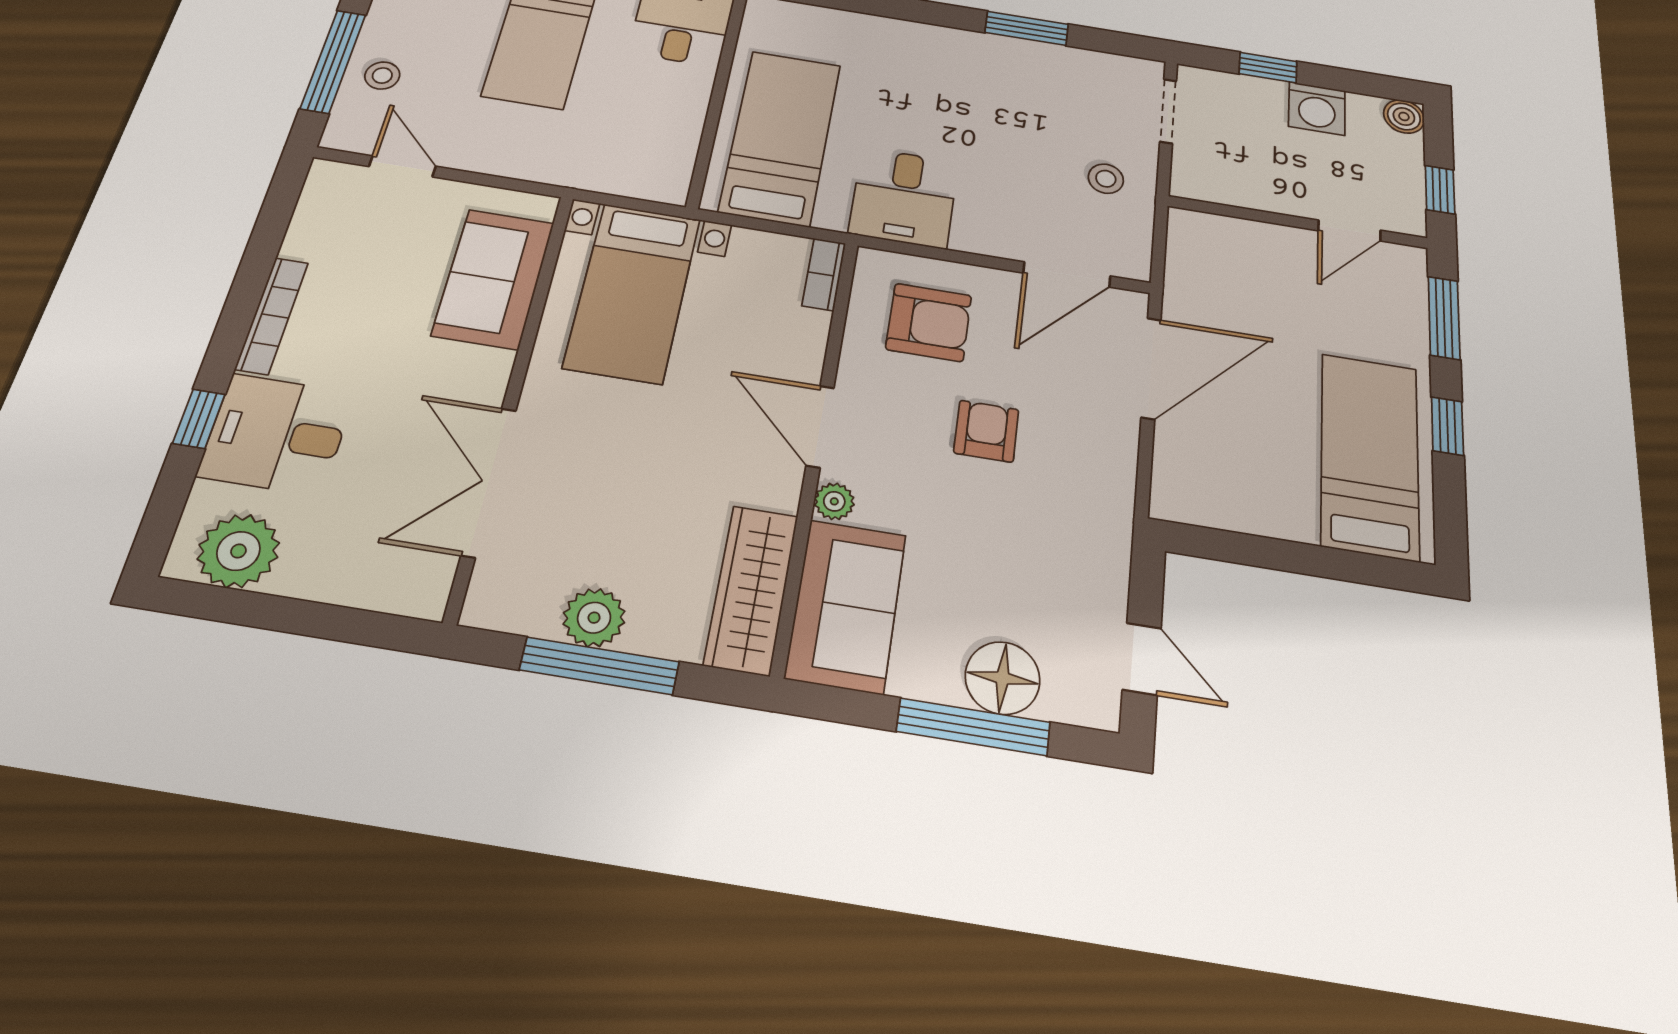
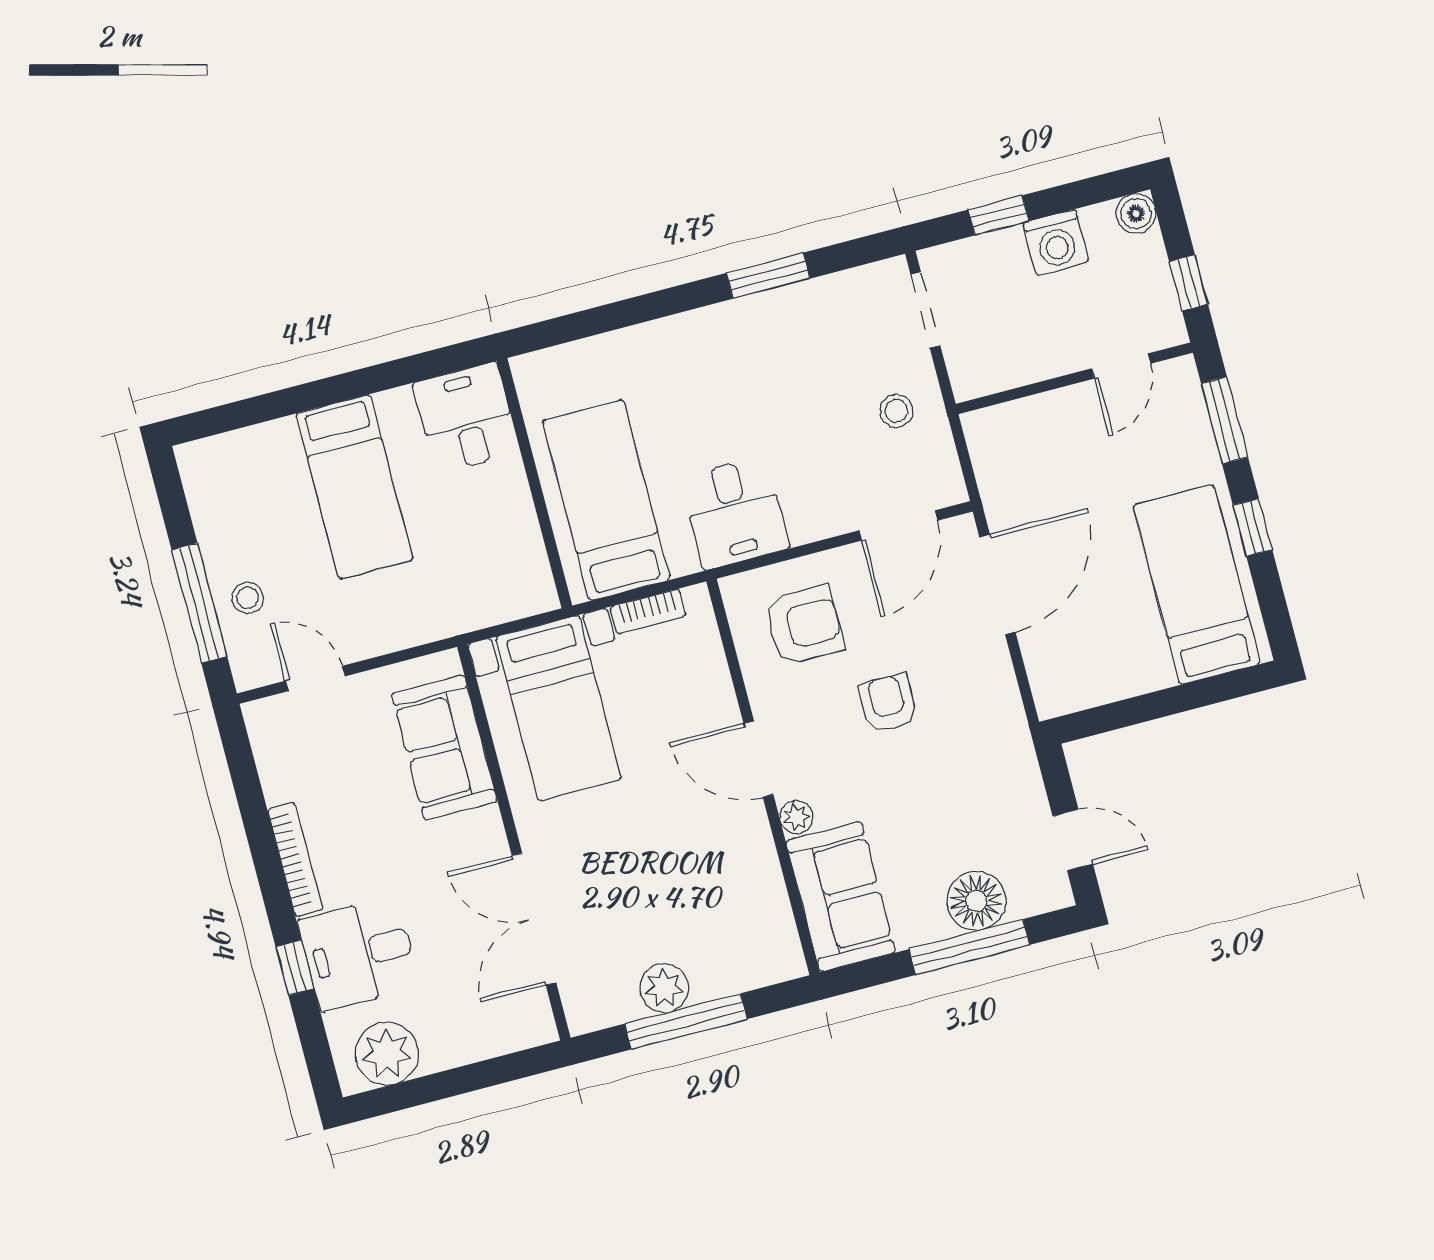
bookcase: (824, 274) -> (648, 611), moved, turned -90
wardrobe: (751, 590) -> (767, 915), removed

